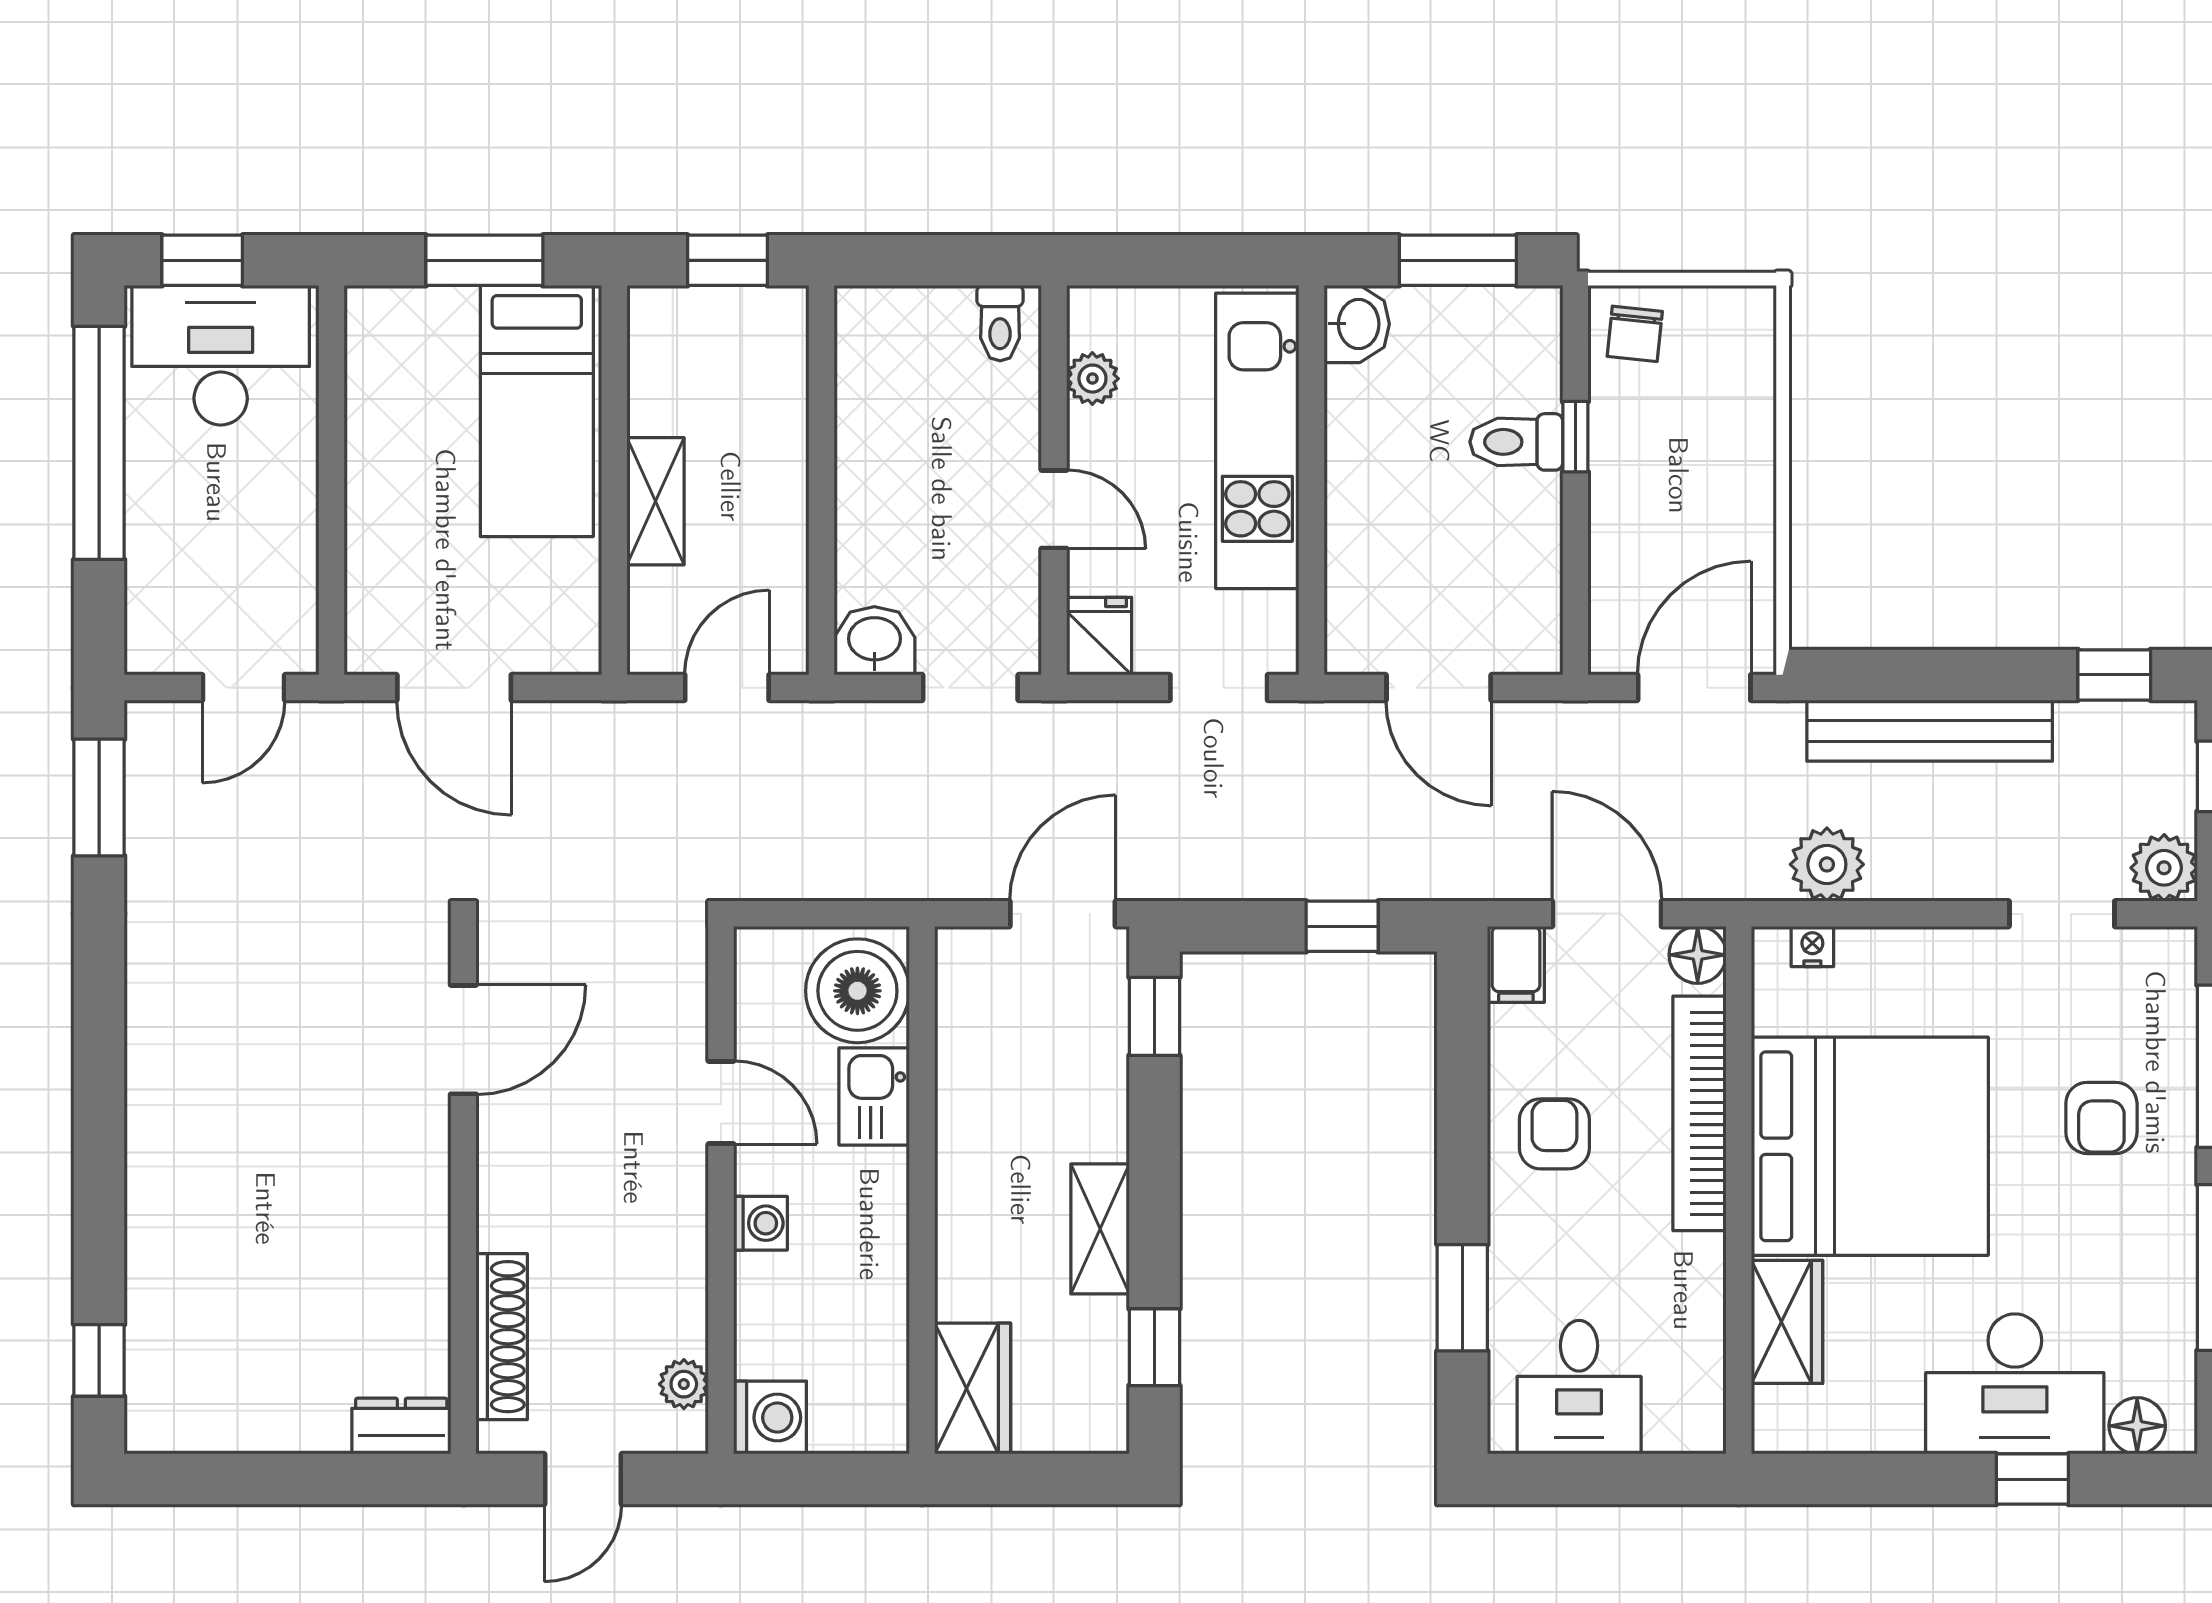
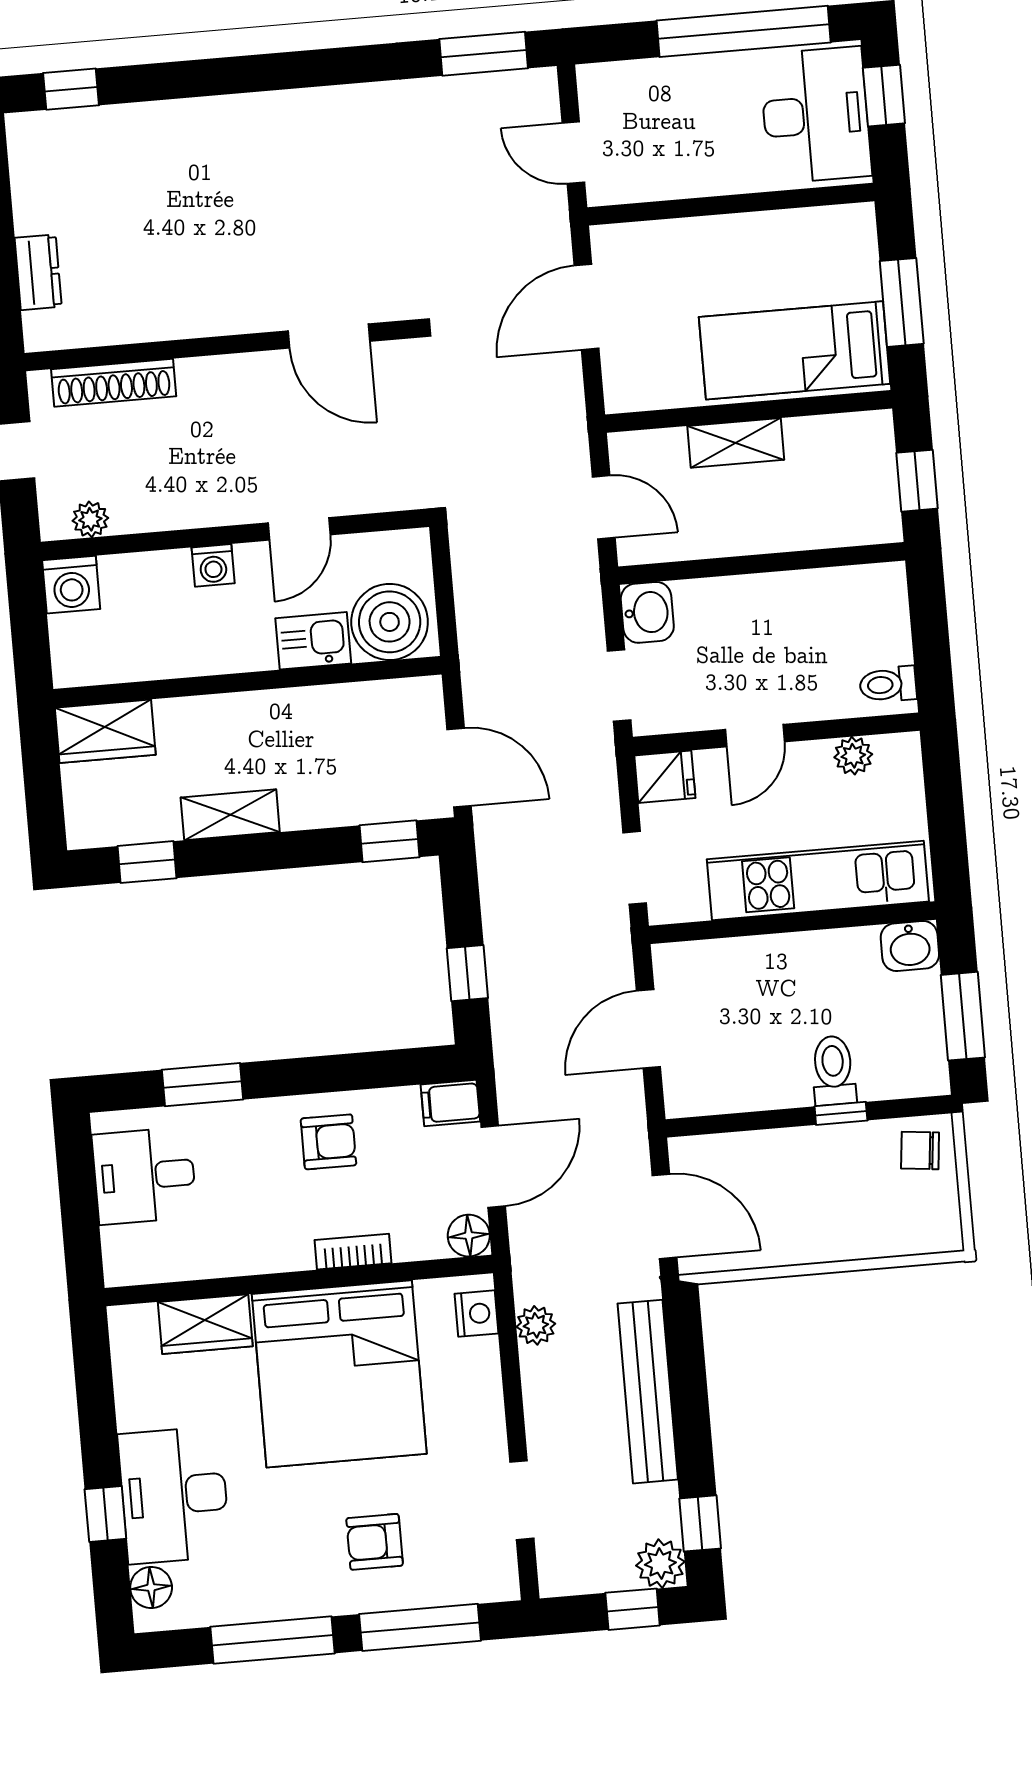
plant: (1827, 864) -> (536, 1325), width x0.73, depth x0.73
plant: (2164, 868) -> (660, 1564), moved
nightstand: (1812, 946) -> (476, 1314), width x1.39, depth x1.35
bookcase: (1700, 1113) -> (353, 1252), width x0.43, depth x0.76
dresser: (401, 1426) -> (38, 272), moved

